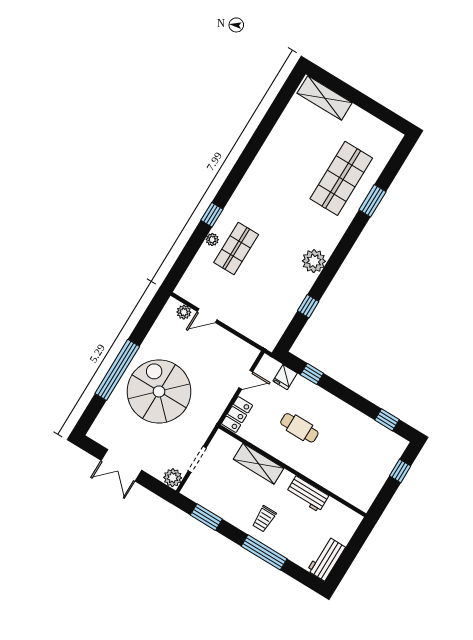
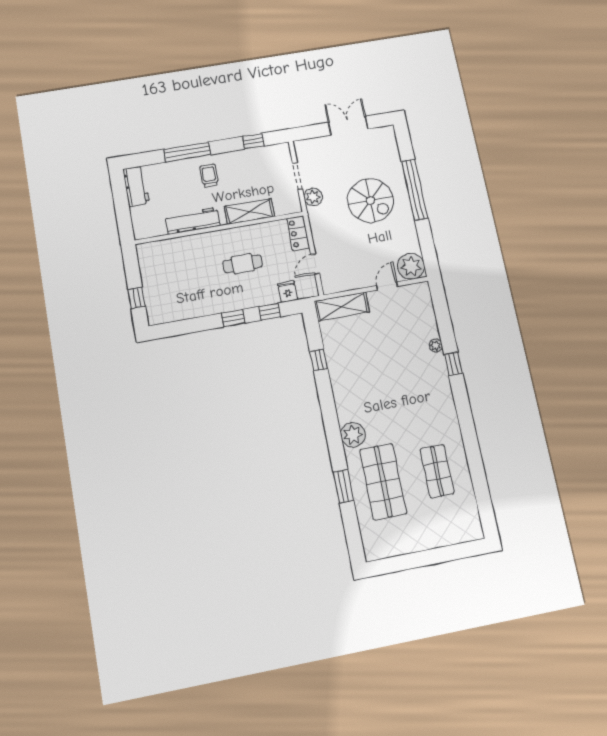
shelving: (325, 98) -> (342, 307), moved
shop shelf: (236, 248) -> (437, 471), moved
plant: (314, 261) -> (353, 435), moved
plant: (184, 312) -> (411, 266), width x1.87, depth x1.87
spiral stairs: (159, 391) -> (370, 200), width x0.73, depth x0.73
window: (387, 420) -> (233, 318), moved
plant: (173, 478) -> (313, 197), moved
workbench: (307, 494) -> (193, 221), width x1.38
window: (206, 517) -> (253, 141), width x0.67

